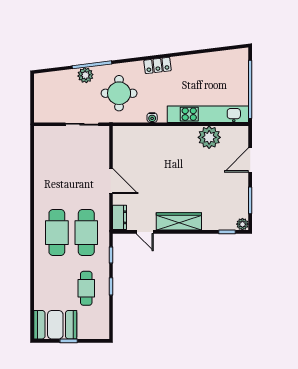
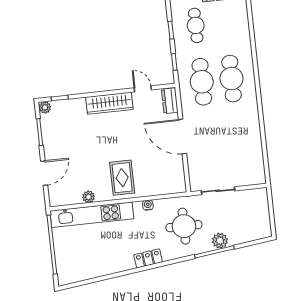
plant: (209, 137) -> (89, 197), width x0.53, depth x0.53
rug: (174, 147) -> (122, 178), added
door: (111, 181) -> (182, 137), width x1.36

